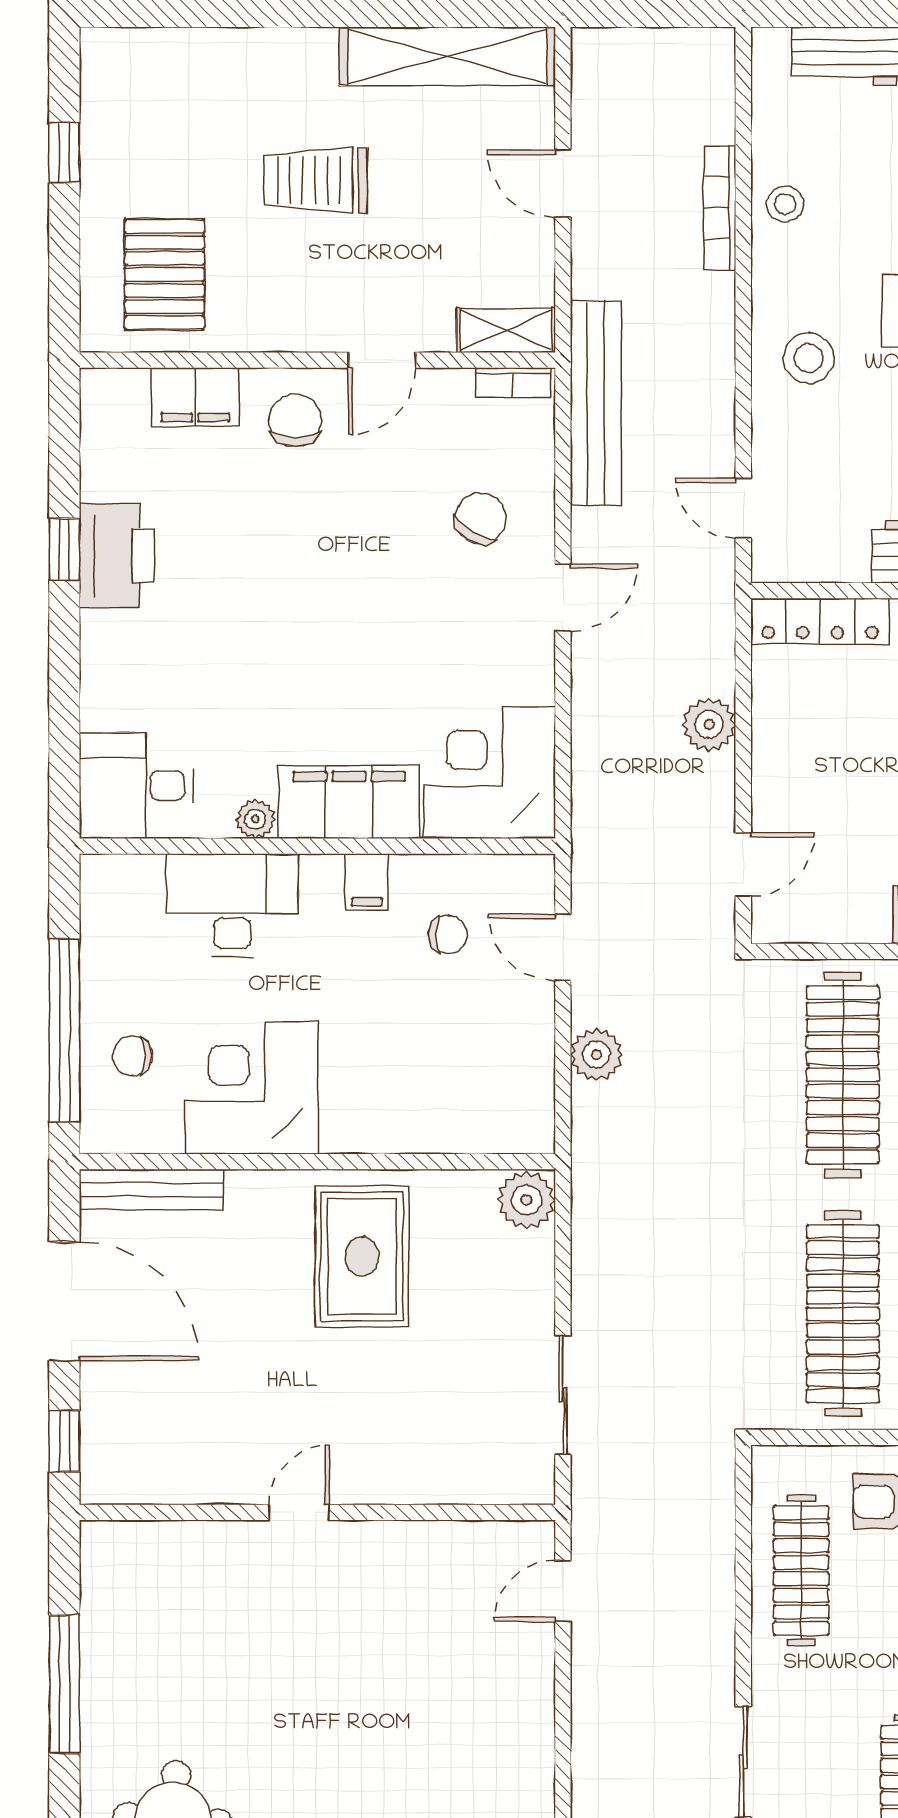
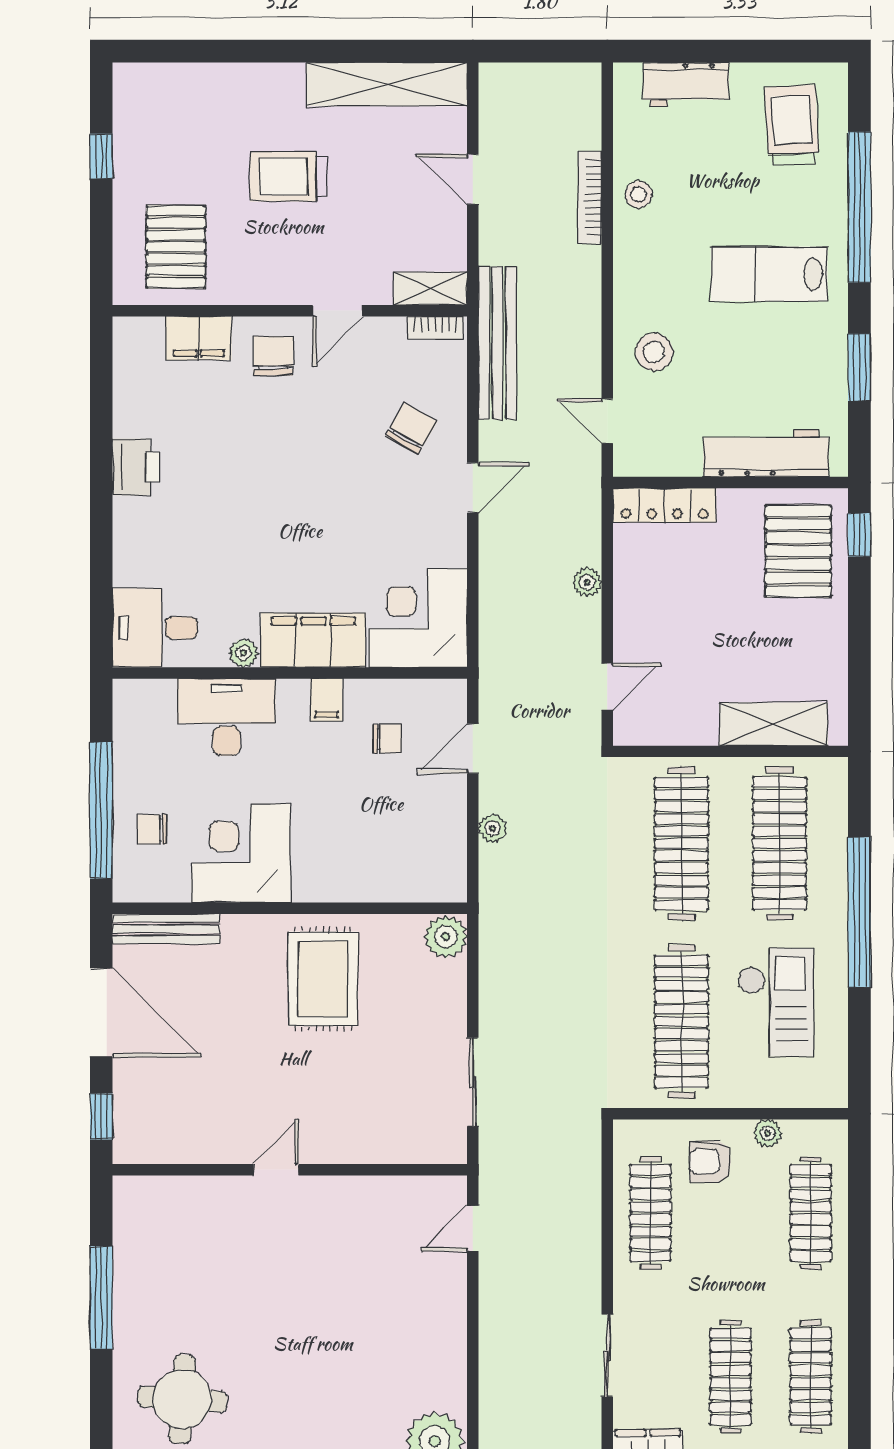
stool: (809, 358) -> (654, 352), moved
window: (64, 549) -> (101, 451), removed
printer: (117, 556) -> (136, 467), width x0.73, depth x0.84
plant: (709, 724) -> (587, 582), width x0.73, depth x0.73
door: (563, 947) -> (473, 748), hinge flipped
plant: (596, 1055) -> (493, 828), width x0.73, depth x0.73

